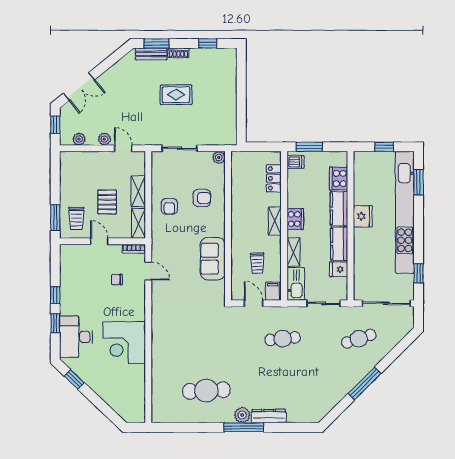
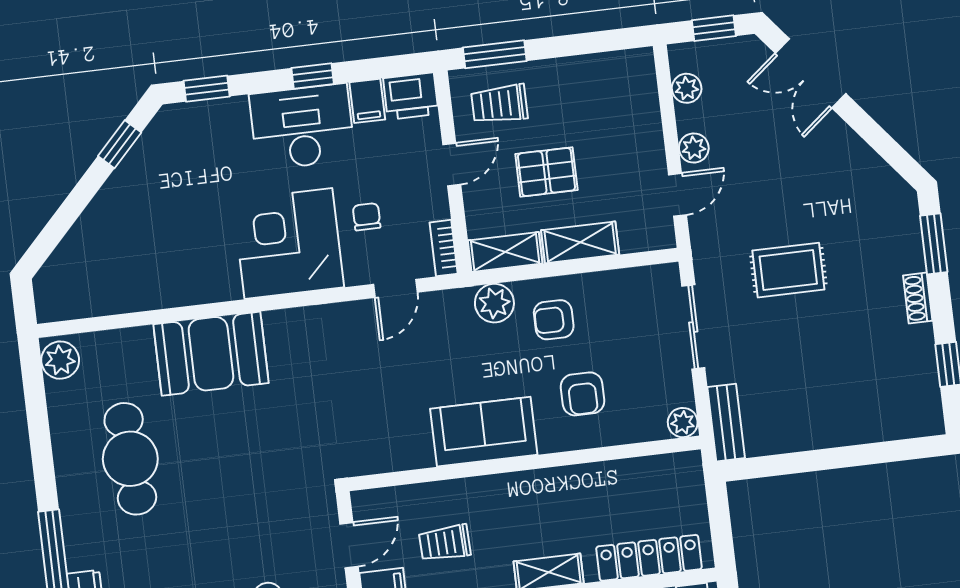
bench: (151, 54) -> (726, 423), moved
rug: (176, 95) -> (788, 270), moved, turned 90
locker: (274, 178) -> (649, 558), width x1.53
plant: (159, 230) -> (494, 303), added
printer: (69, 255) -> (411, 96), added
sofa: (213, 259) -> (484, 432), moved
filing cabinet: (68, 273) -> (367, 101), added
window: (55, 323) -> (207, 89), moved
desk: (76, 337) -> (302, 127), moved
corner desk: (124, 343) -> (288, 244), moved
booth: (166, 352) -> (211, 354), added
plant: (242, 415) -> (60, 360), moved

